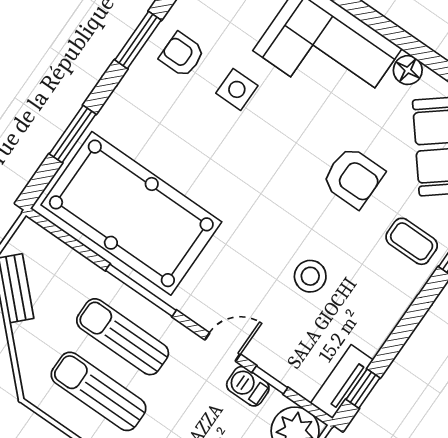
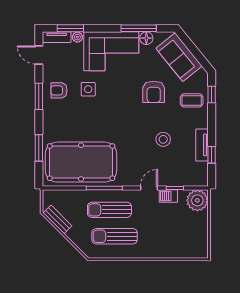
window: (406, 42) -> (139, 28), added
armchair: (353, 177) -> (154, 92), turned 90
tv unit: (342, 382) -> (202, 145), moved
window: (363, 389) -> (212, 155), moved

